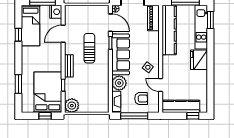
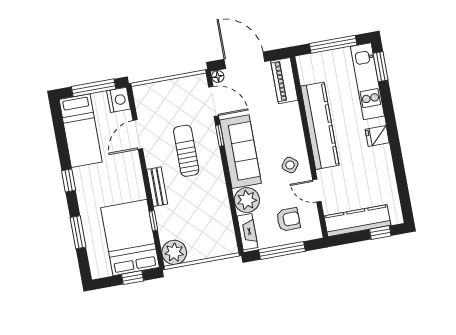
kitchen counter: (169, 30) -> (320, 126), moved
window: (18, 35) -> (69, 181), moved
fridge: (199, 60) -> (377, 136), width x0.53, depth x0.75

